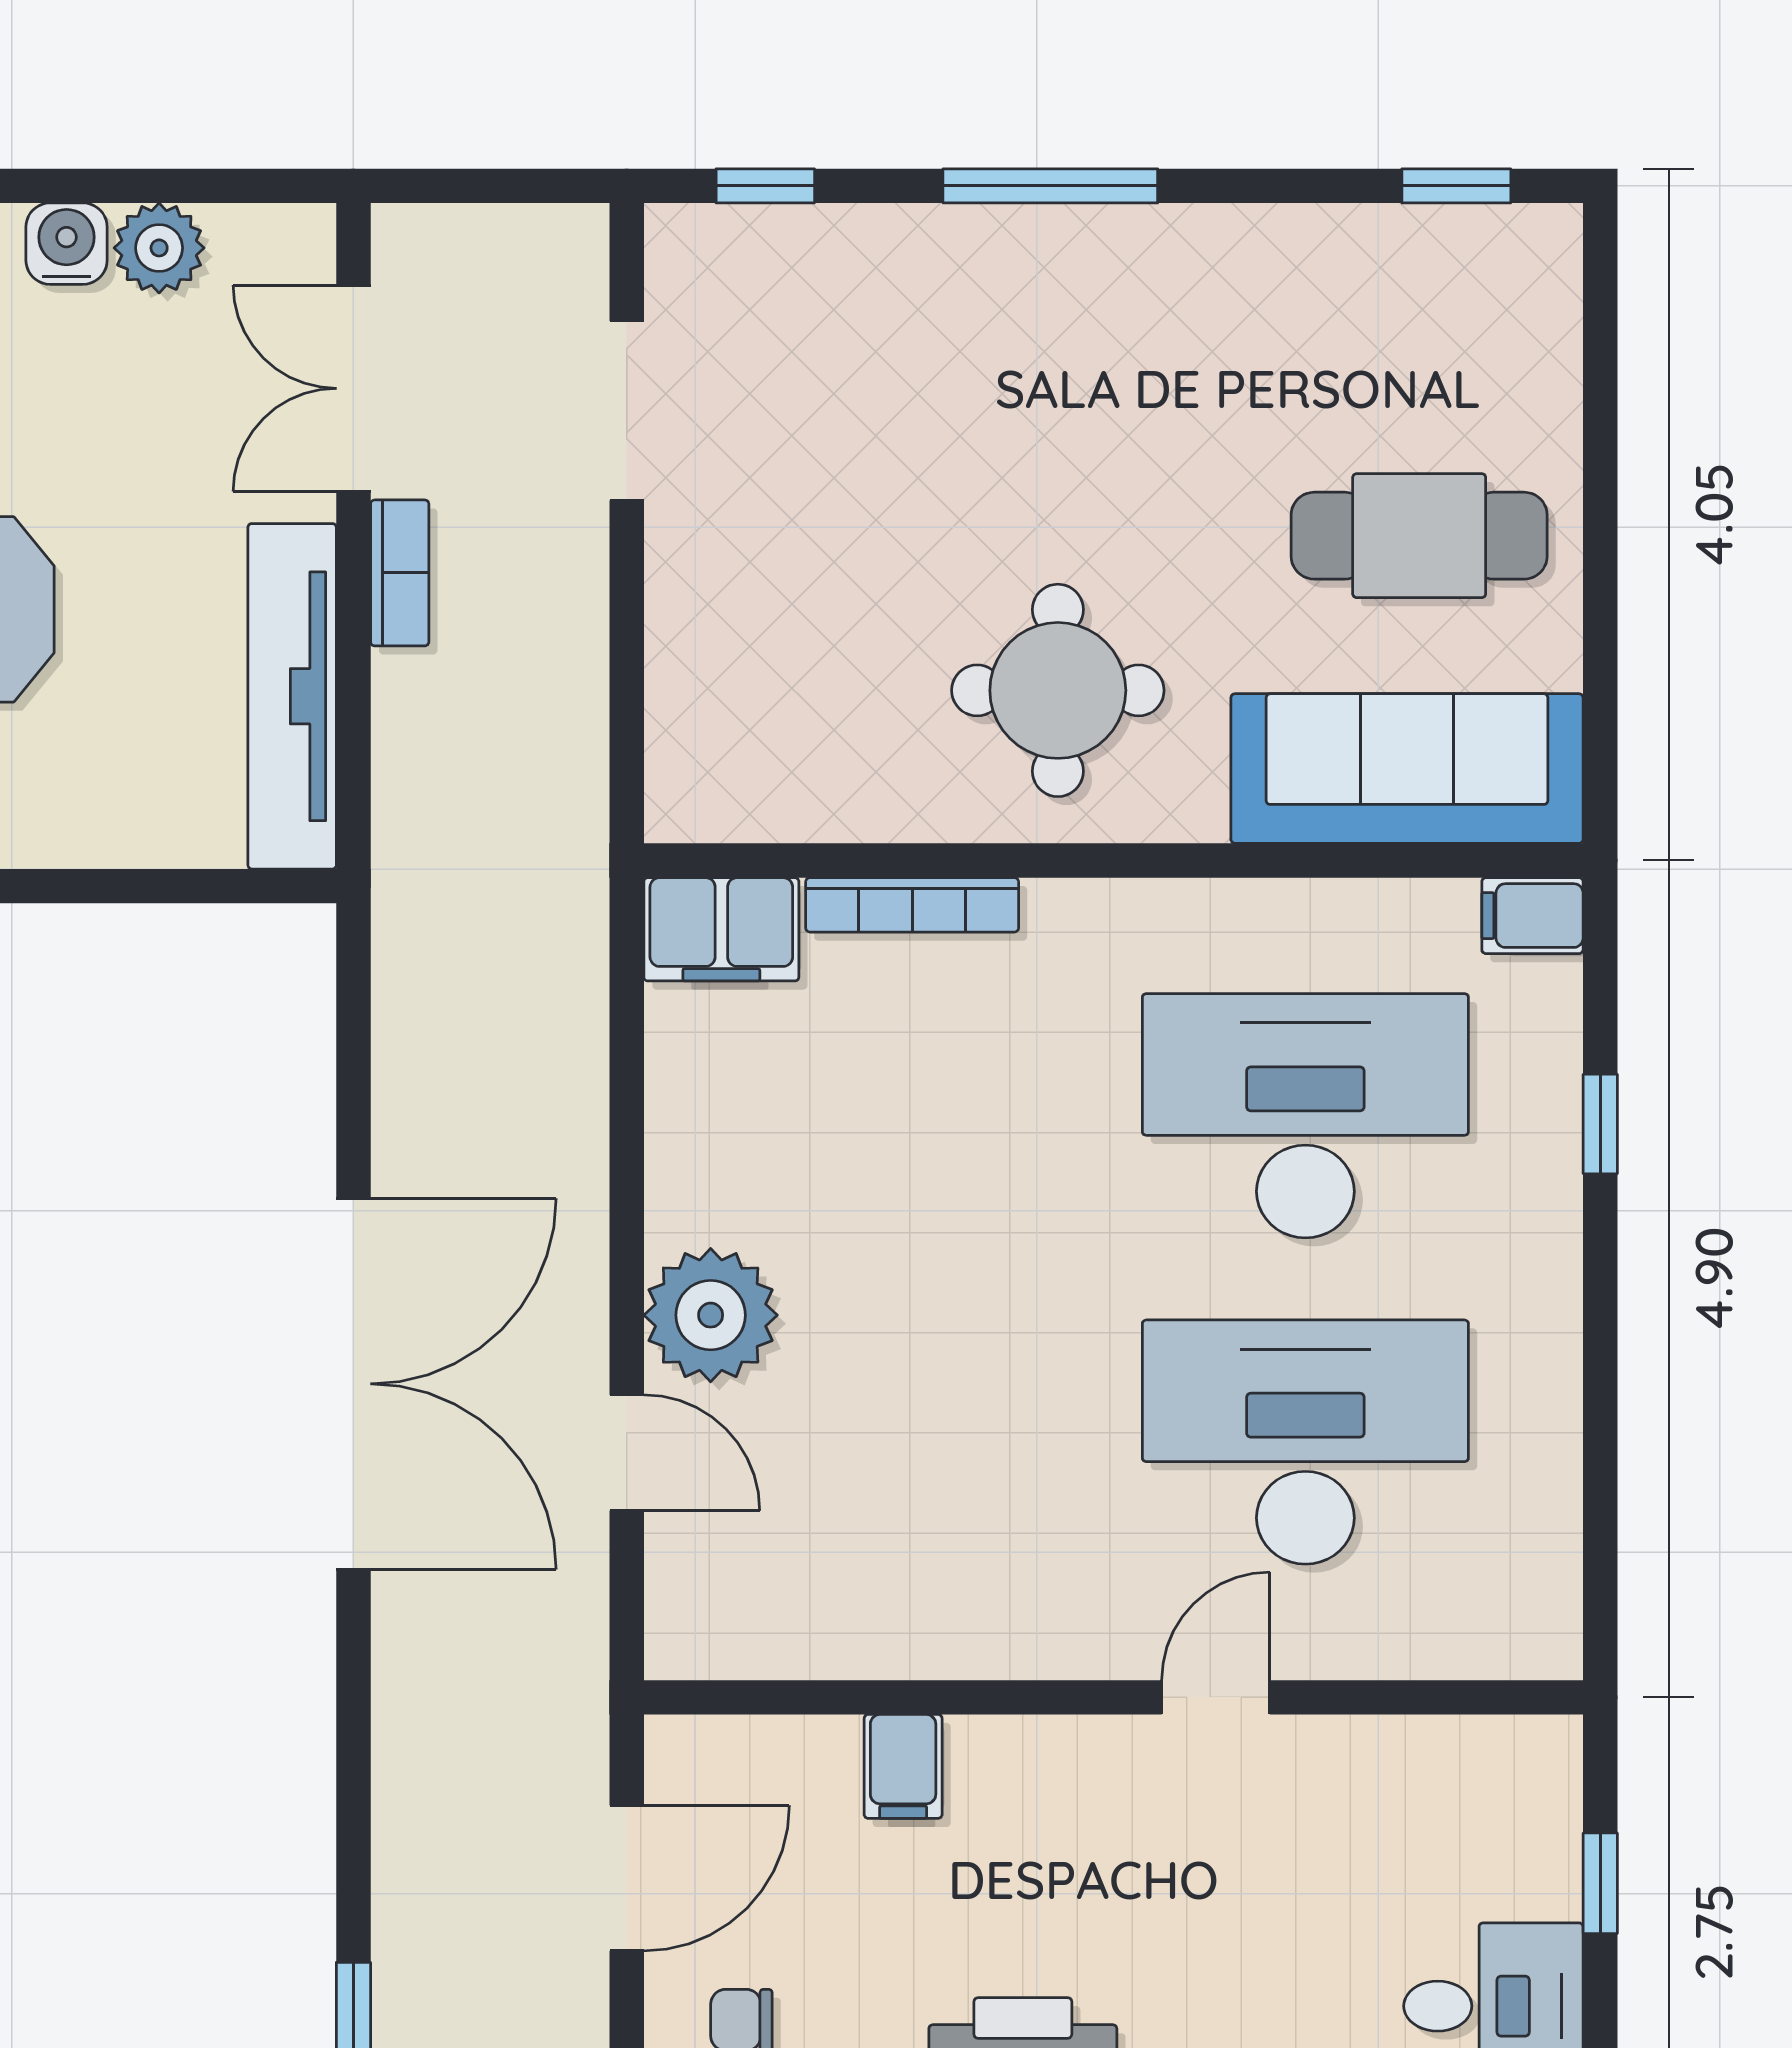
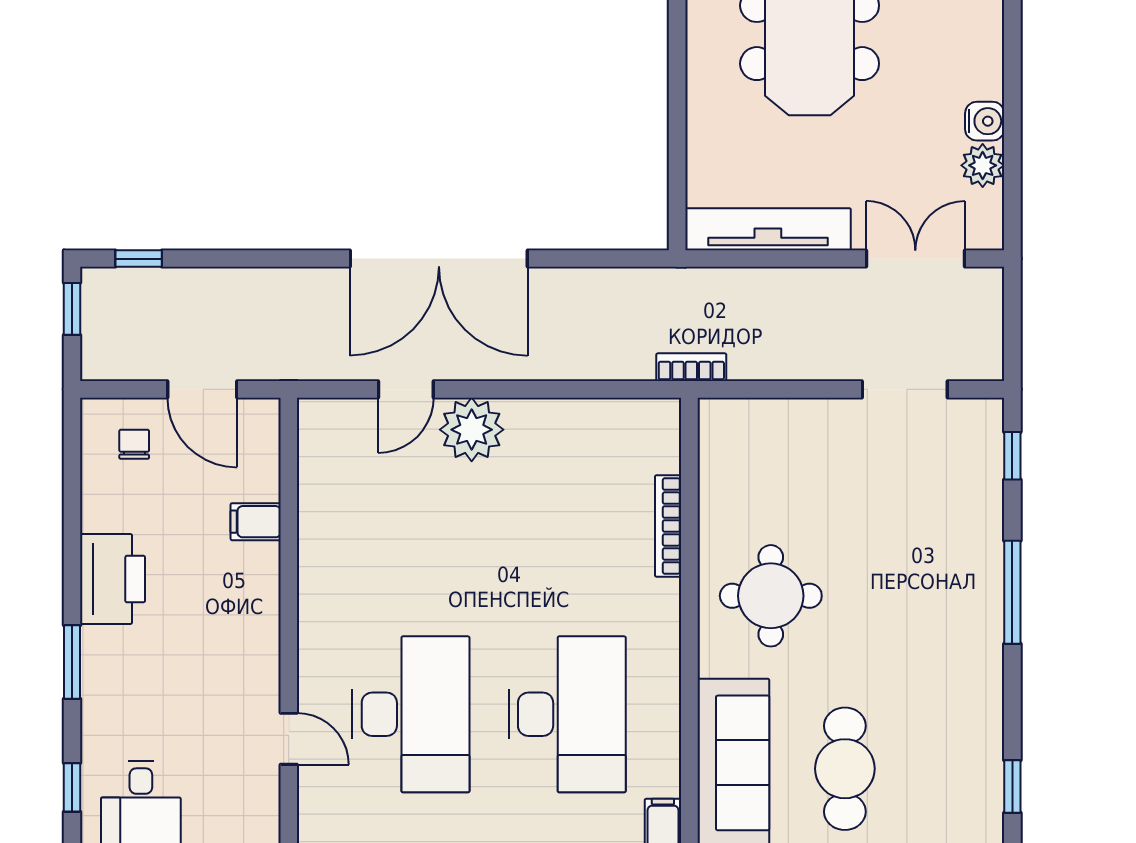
bookcase: (400, 573) -> (691, 367), moved, turned 180
filing cabinet: (721, 929) -> (656, 435), removed
door: (1216, 1697) -> (289, 739), moved

